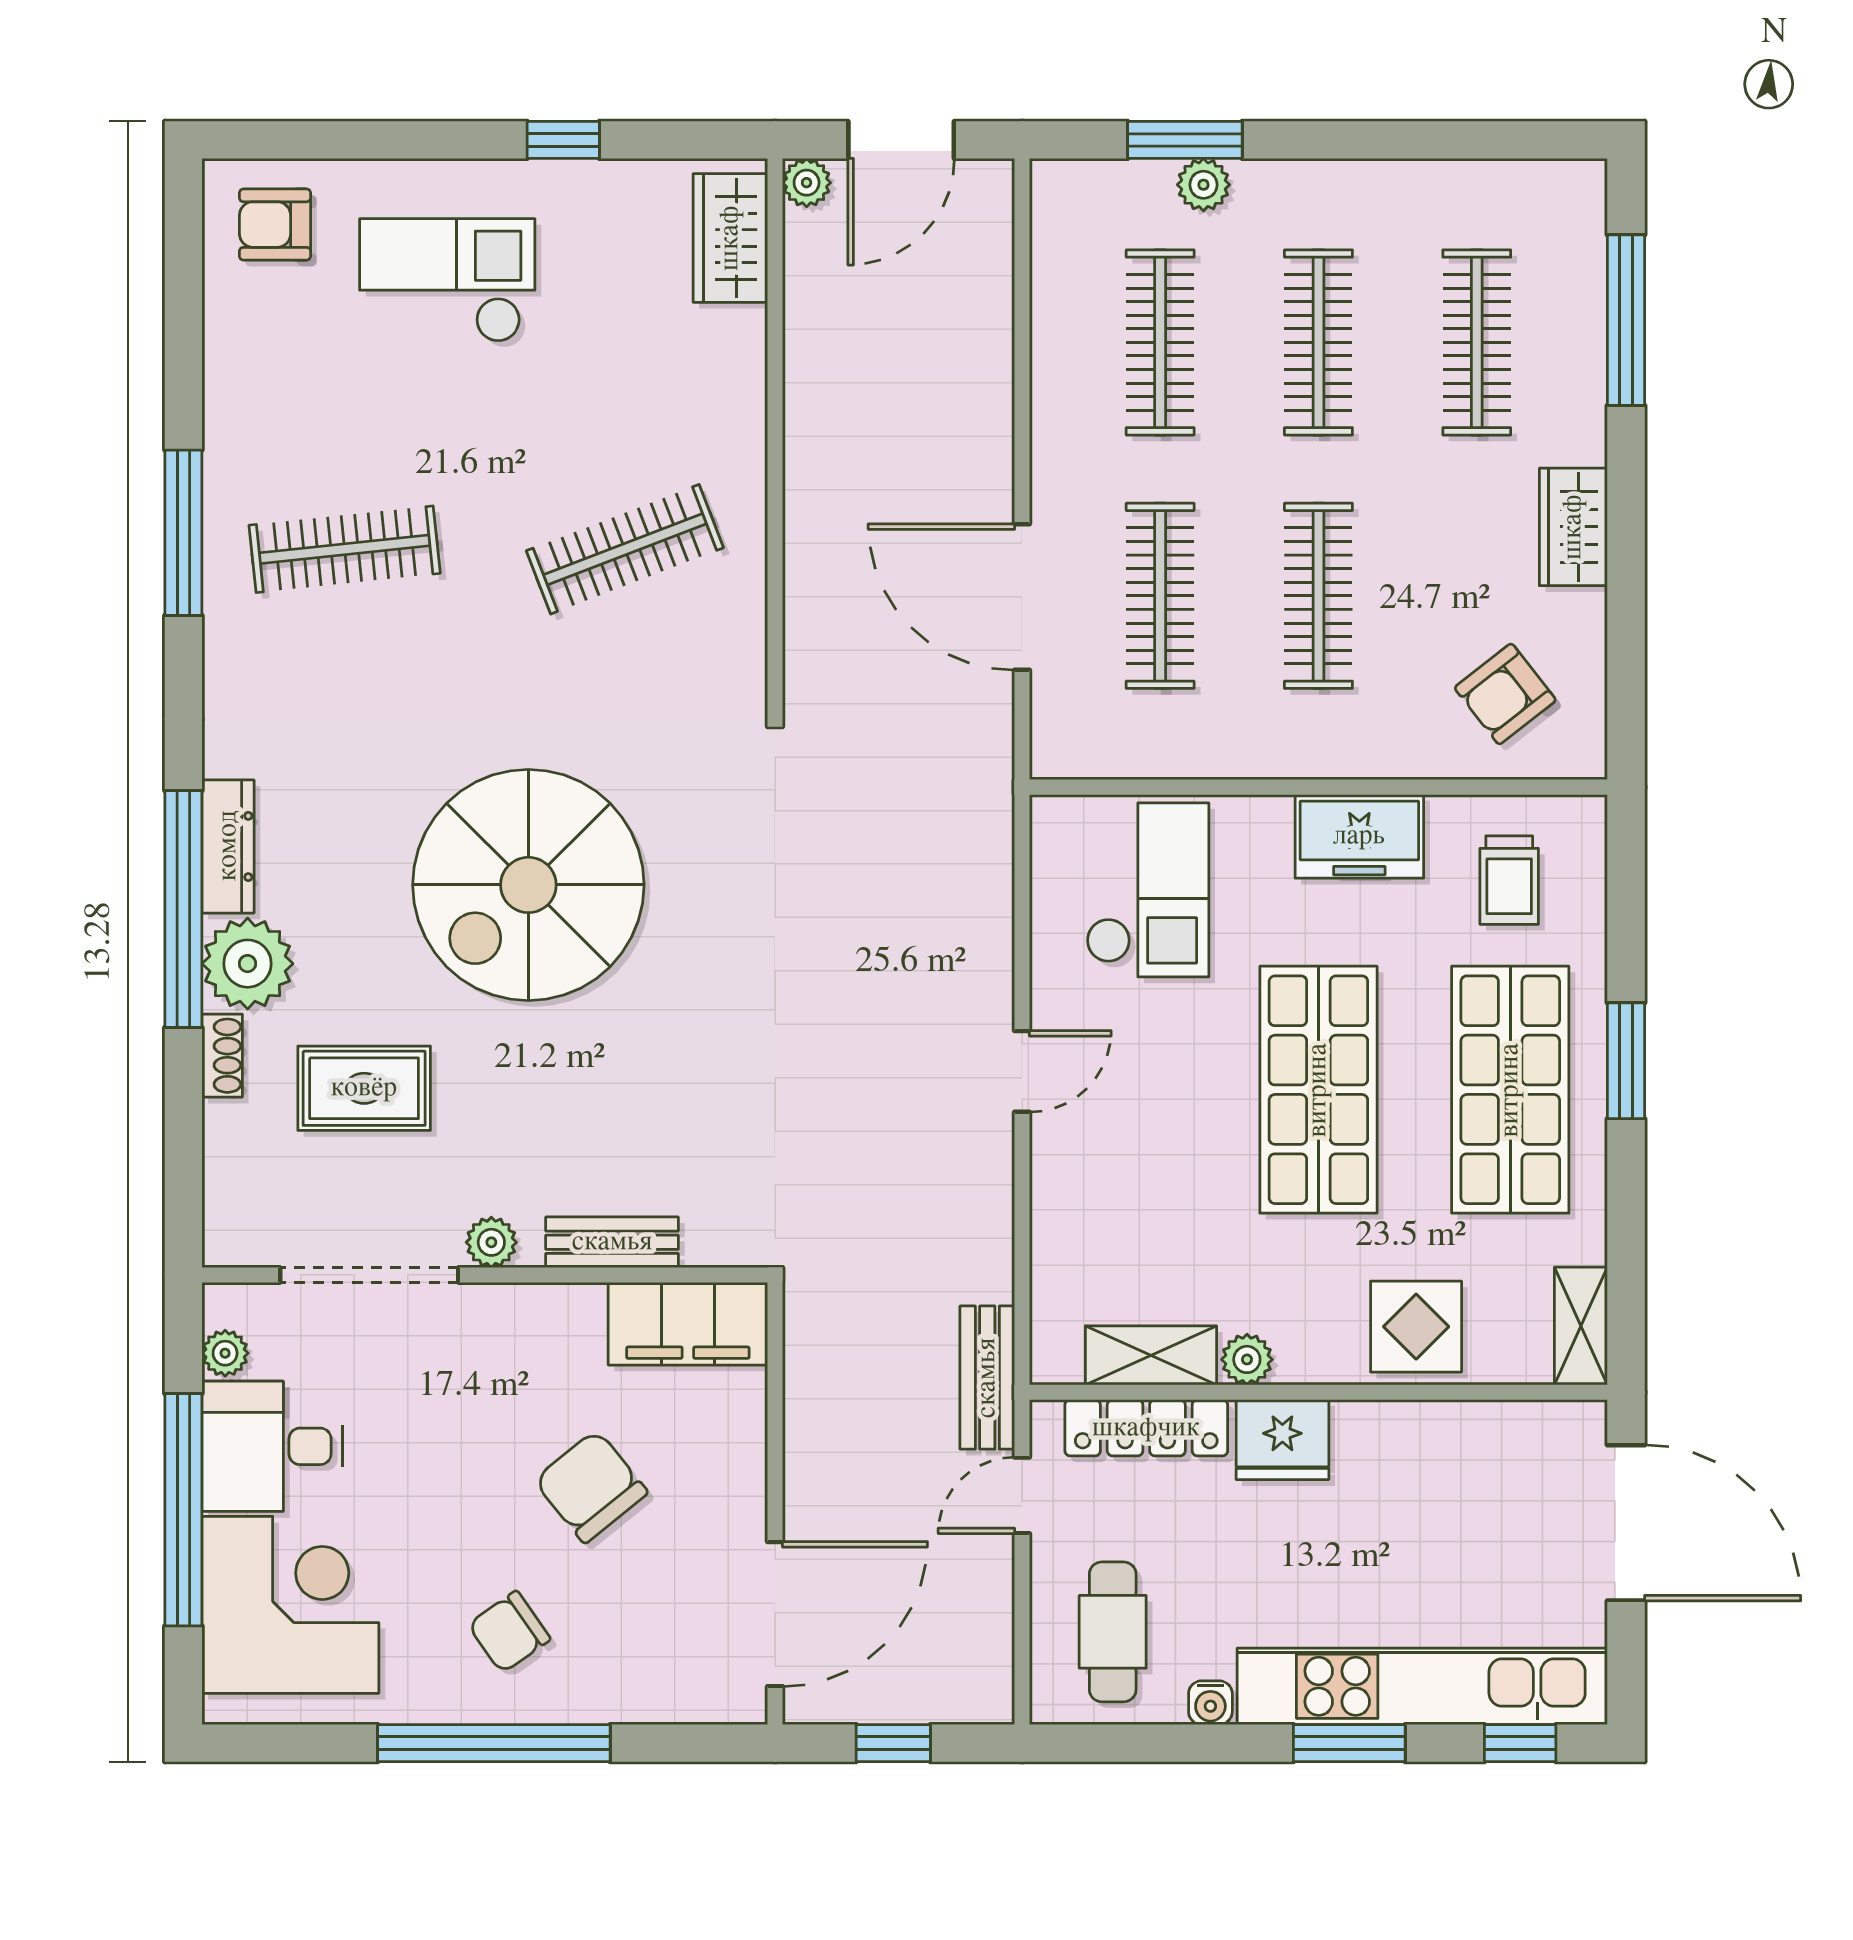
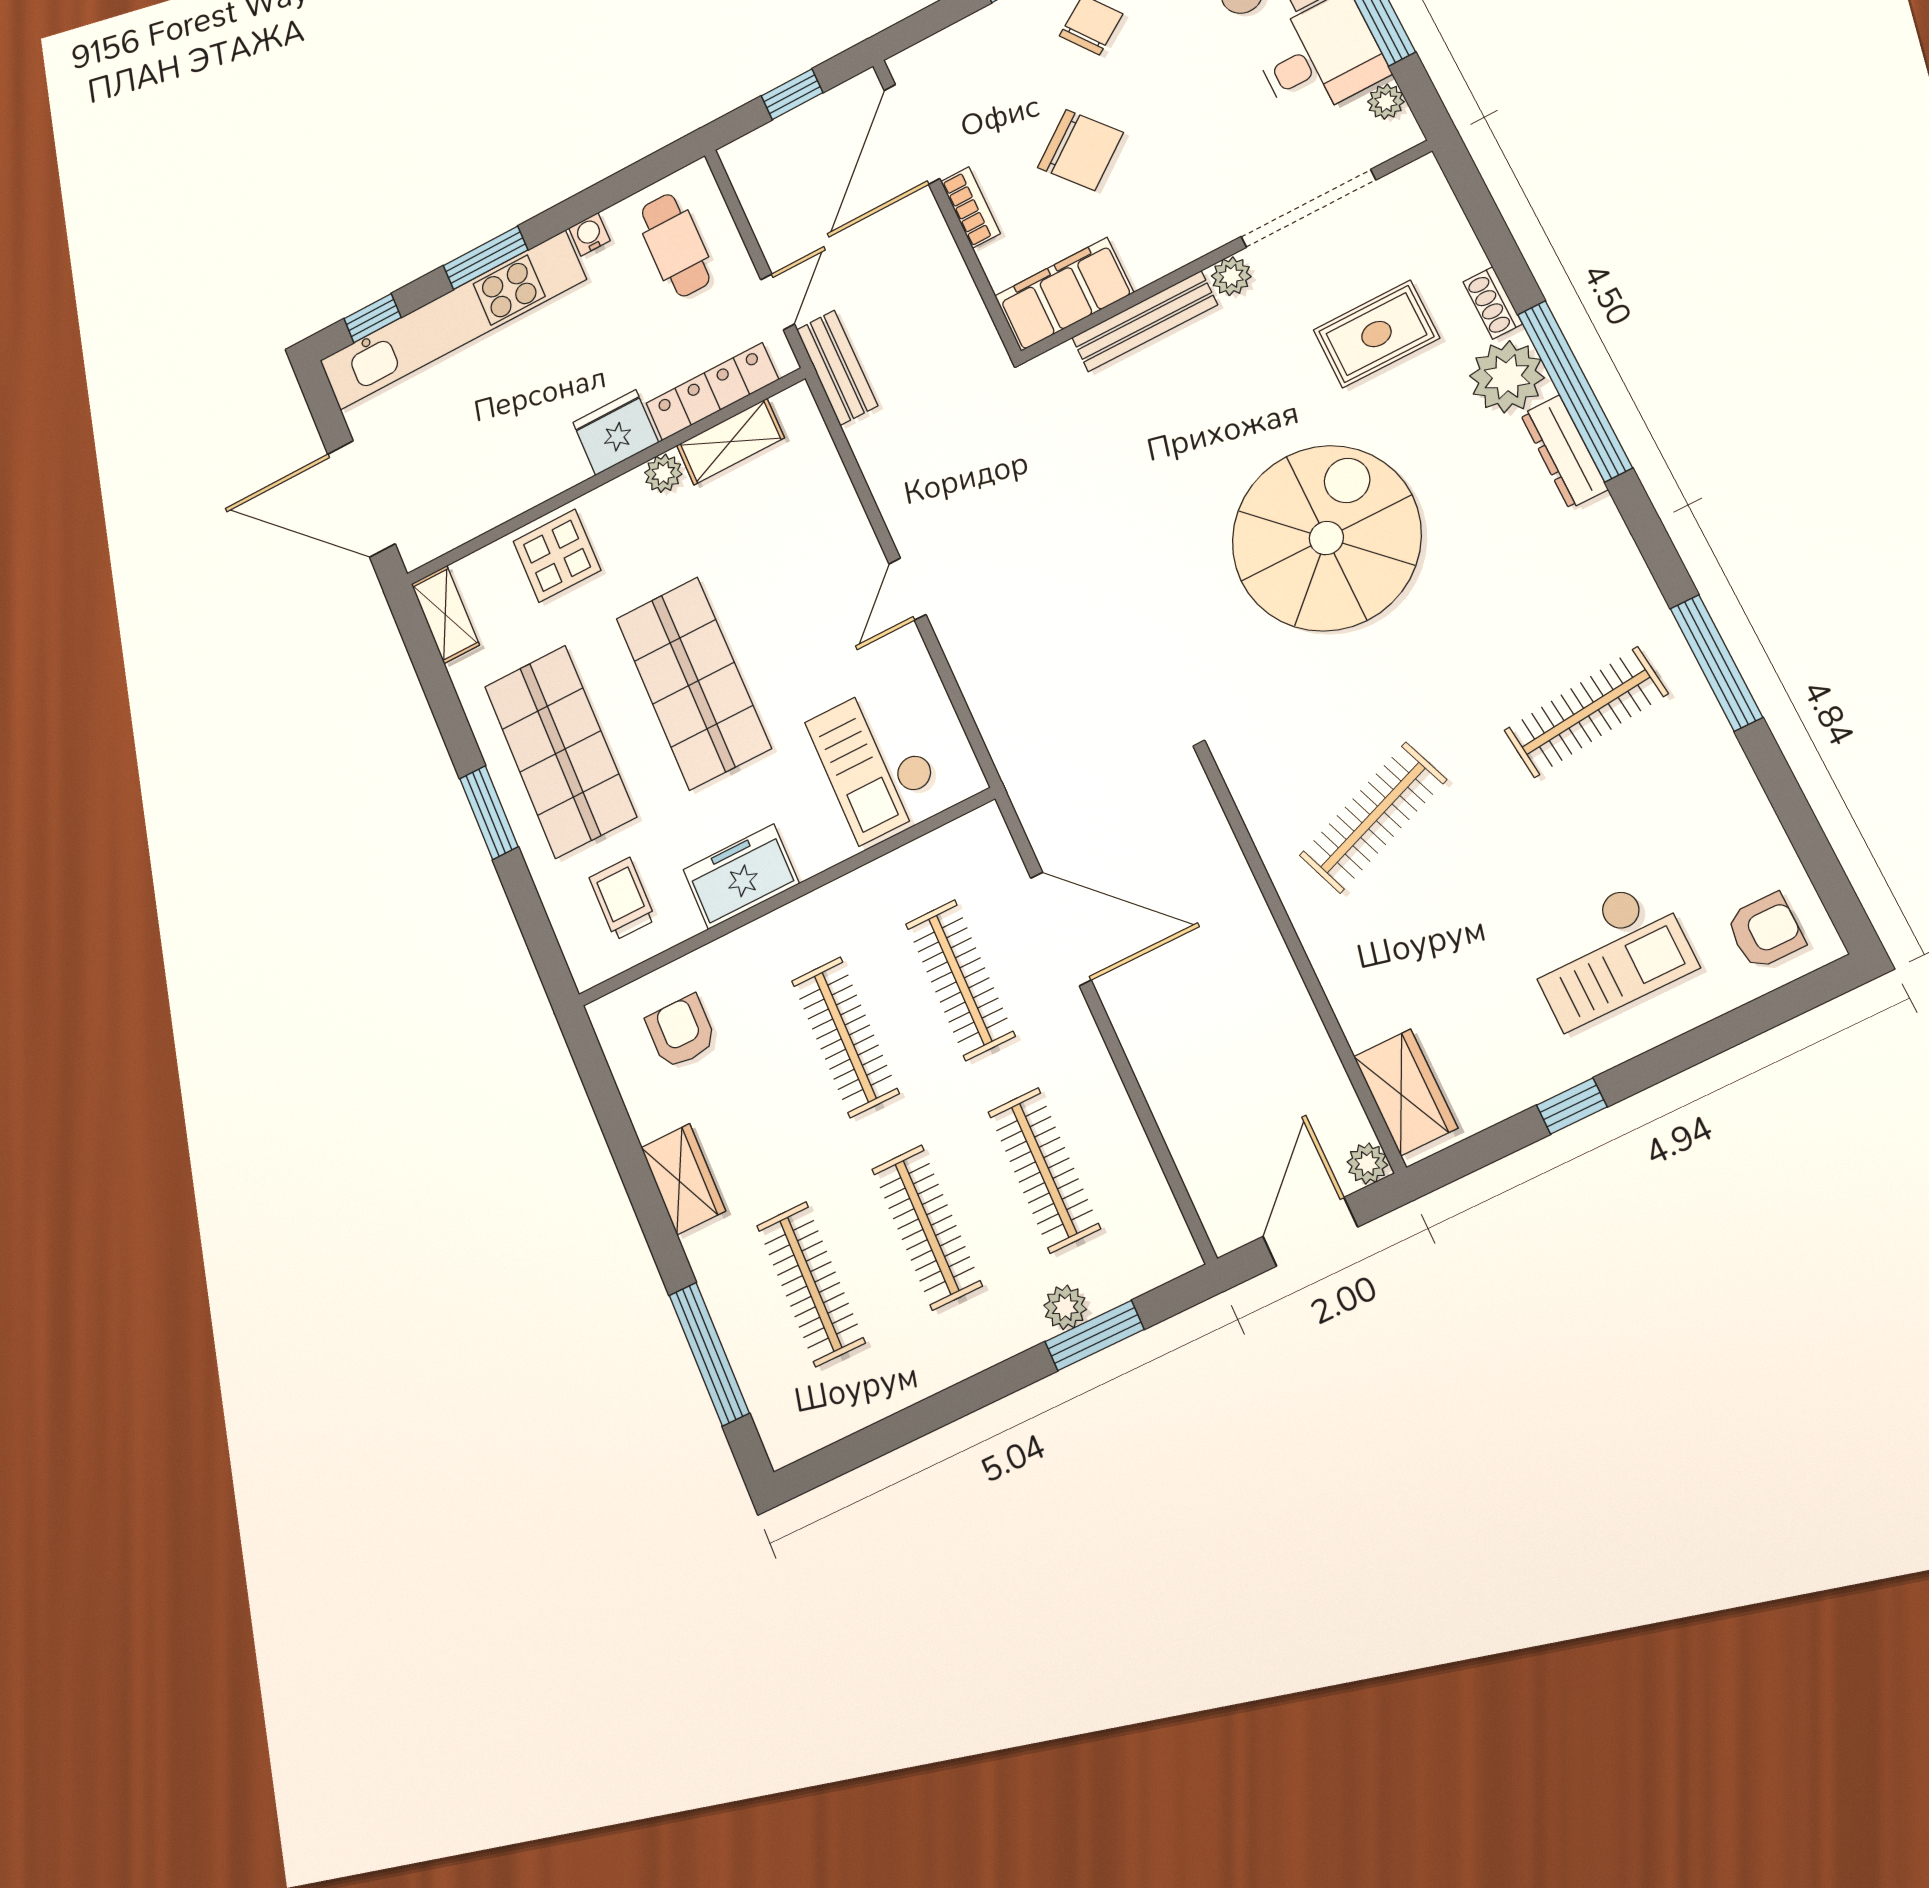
armchair: (1505, 694) -> (681, 1032), turned -52
bench: (612, 1242) -> (1145, 321), width x1.36
bookcase: (747, 1487) -> (971, 207), added

